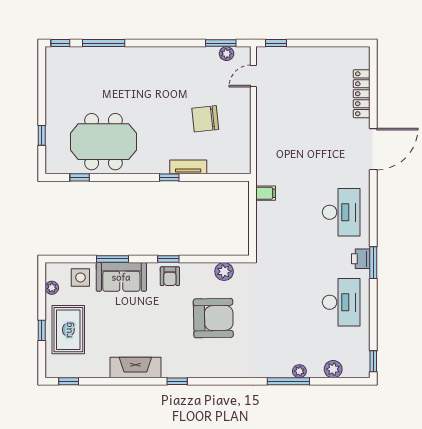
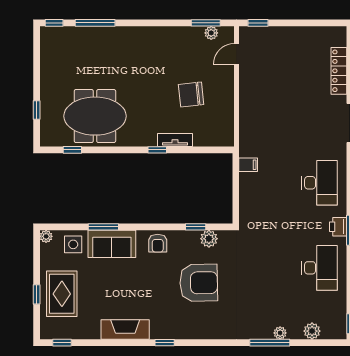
window: (168, 259) -> (196, 227), moved
plant: (52, 288) -> (46, 236), moved

